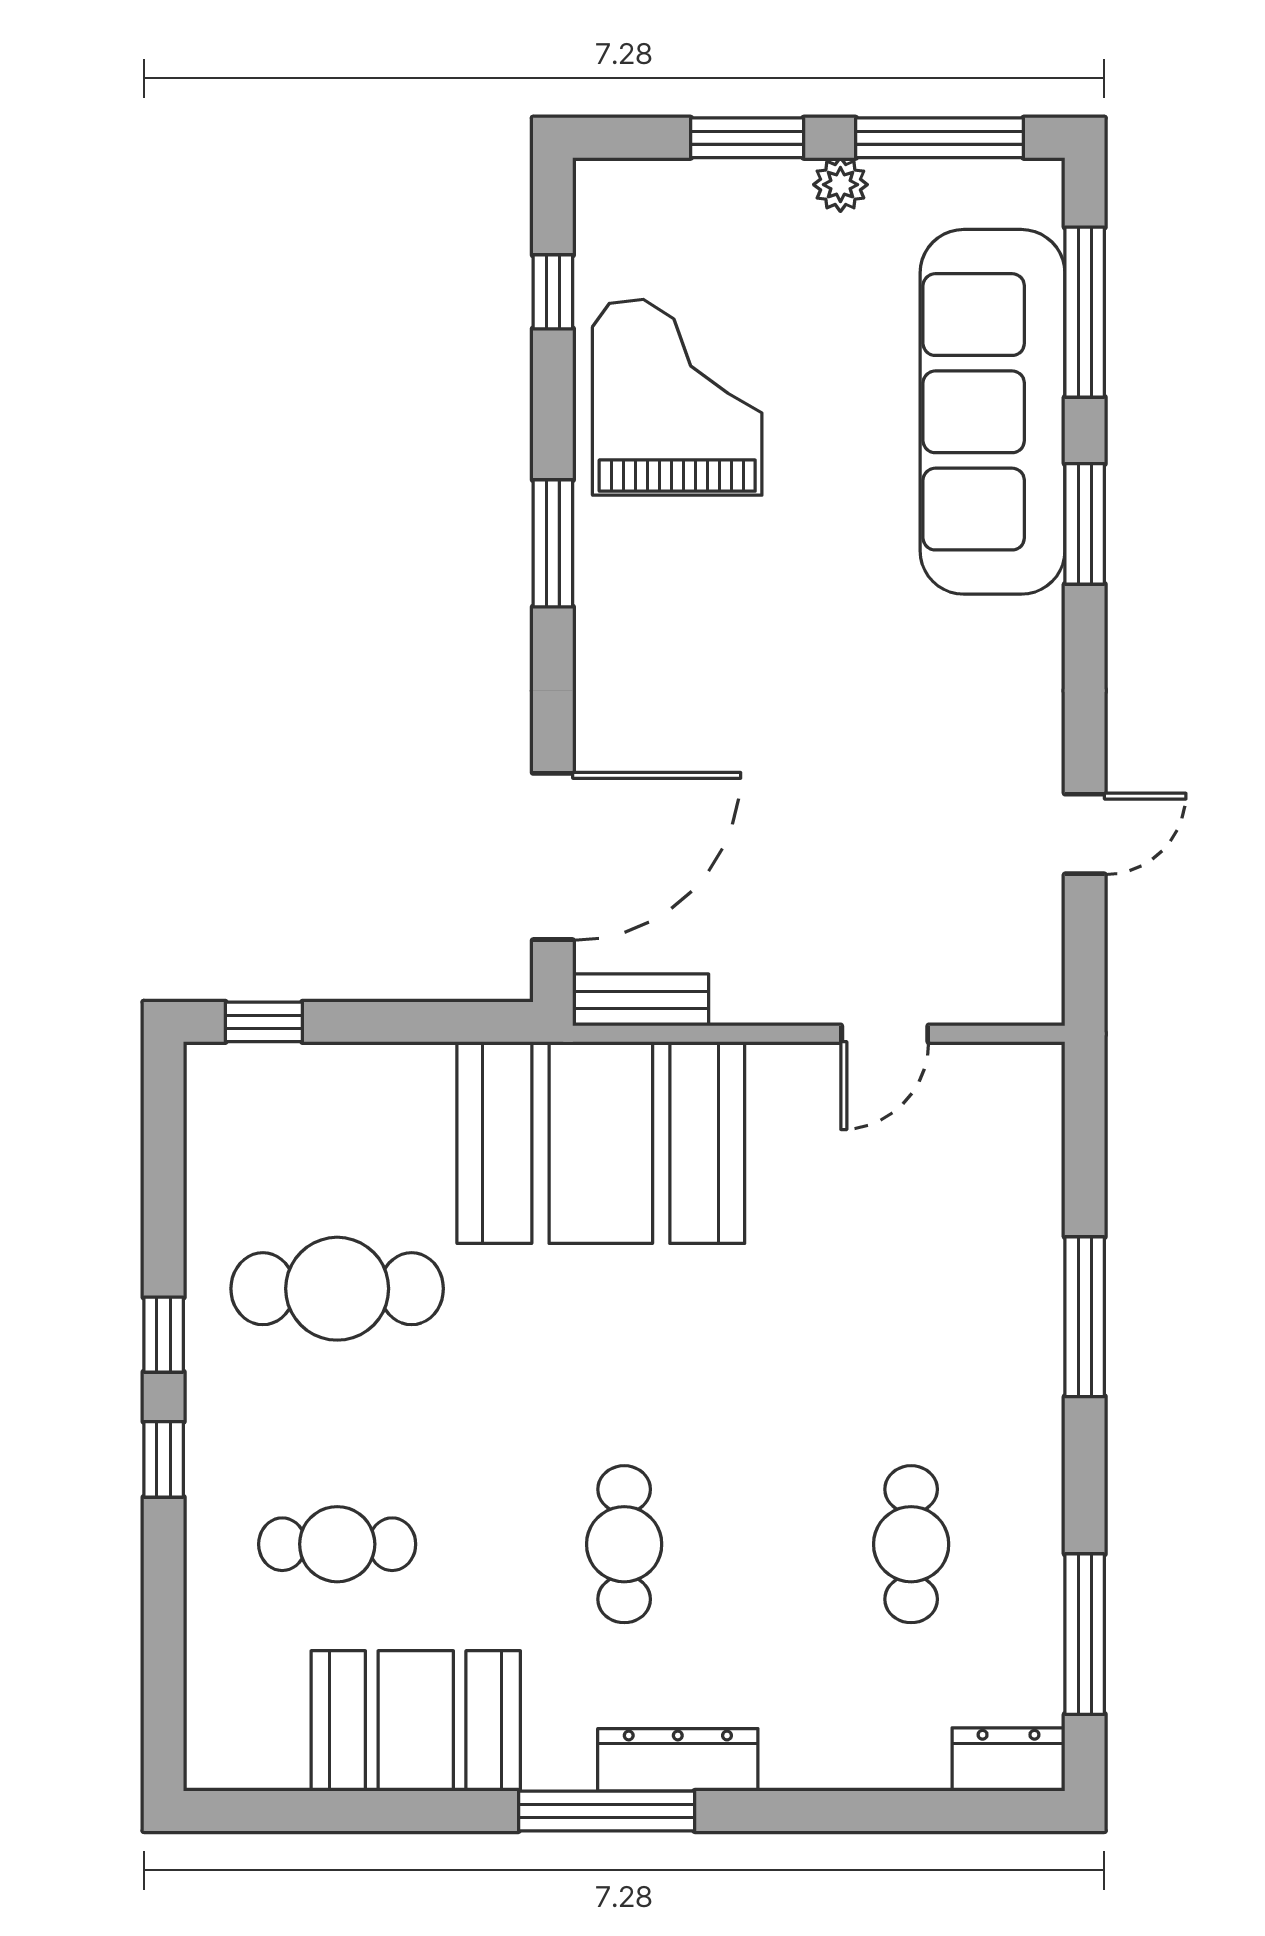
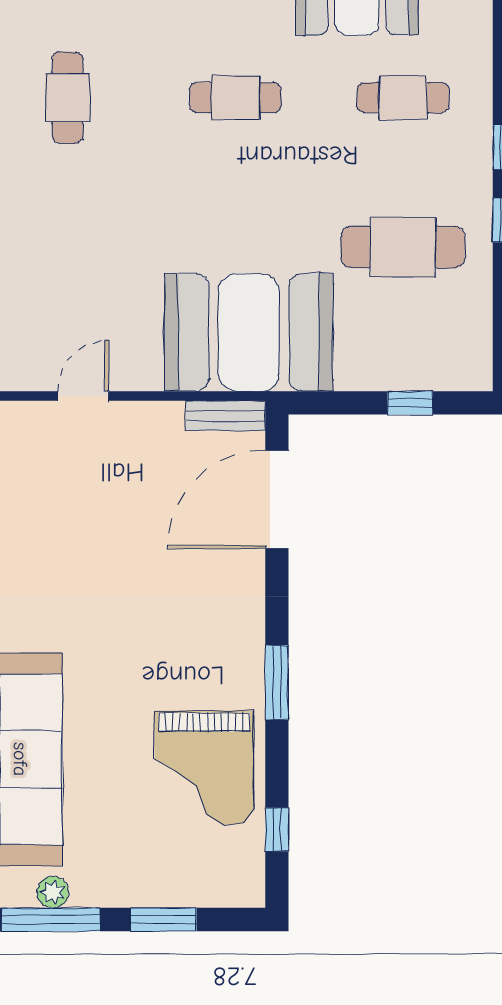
plant: (840, 185) -> (53, 892), moved
window: (264, 1022) -> (410, 403), moved
cafe table: (624, 1544) -> (235, 98), turned 90

